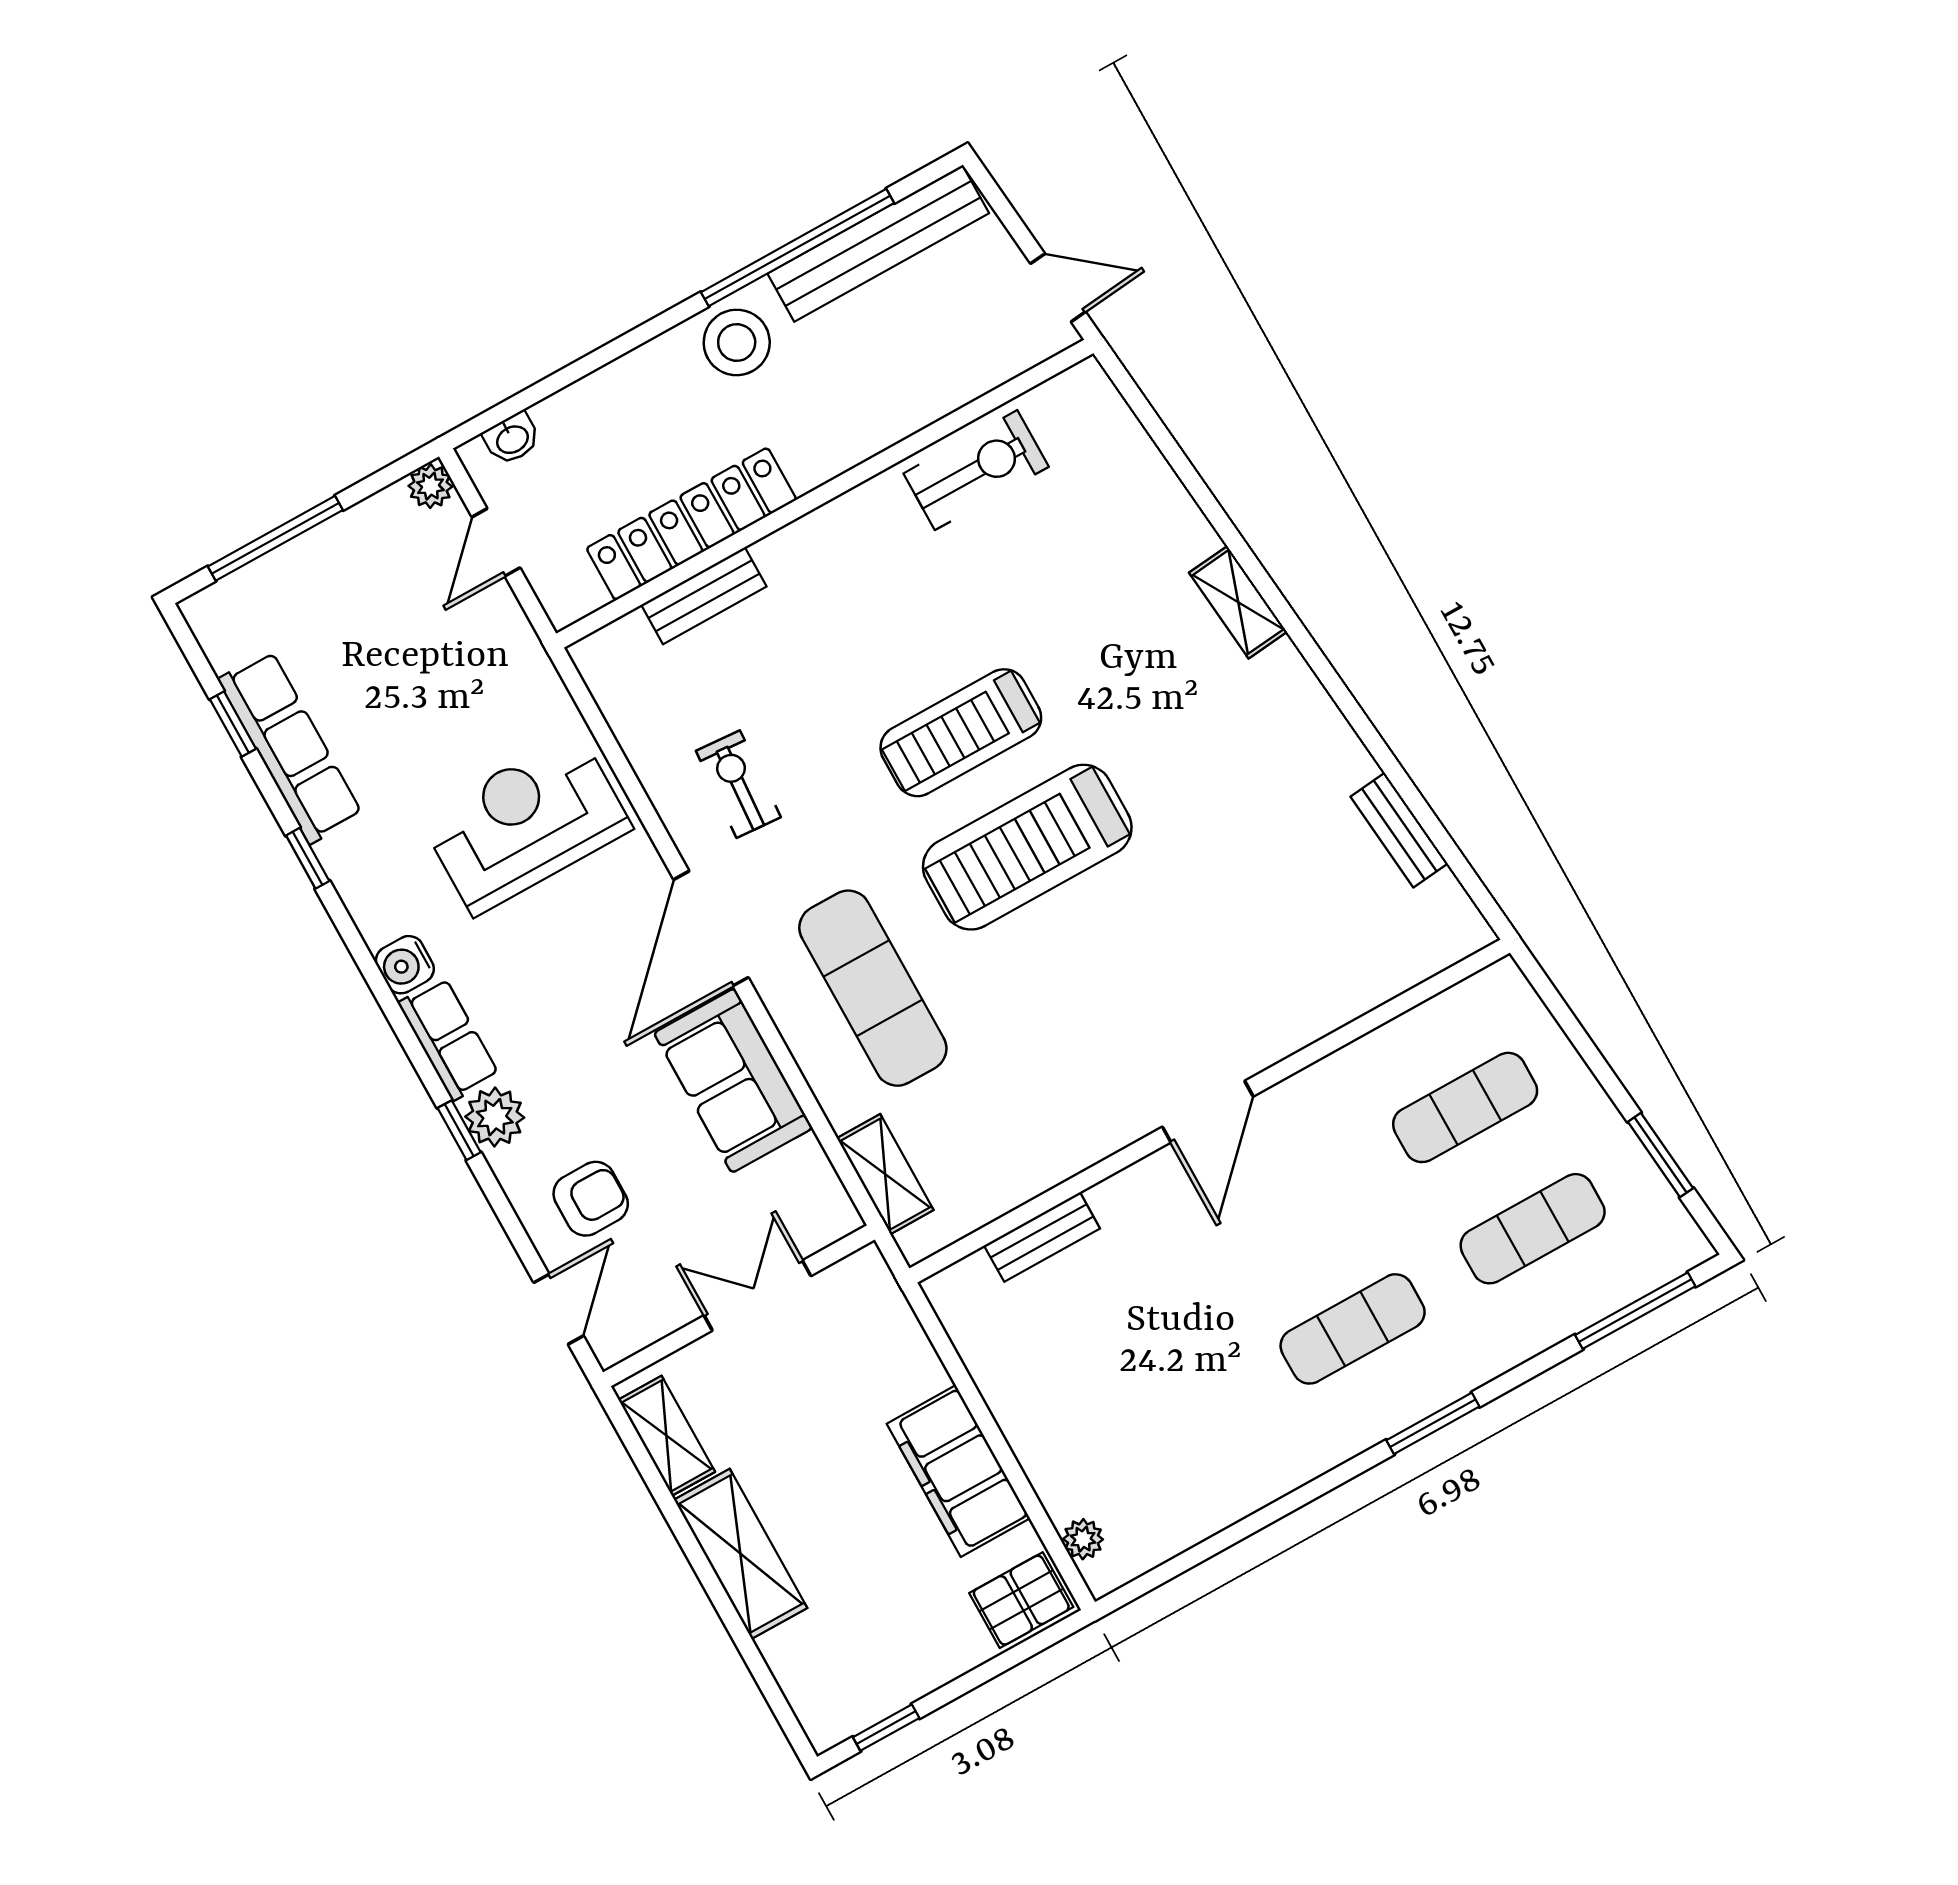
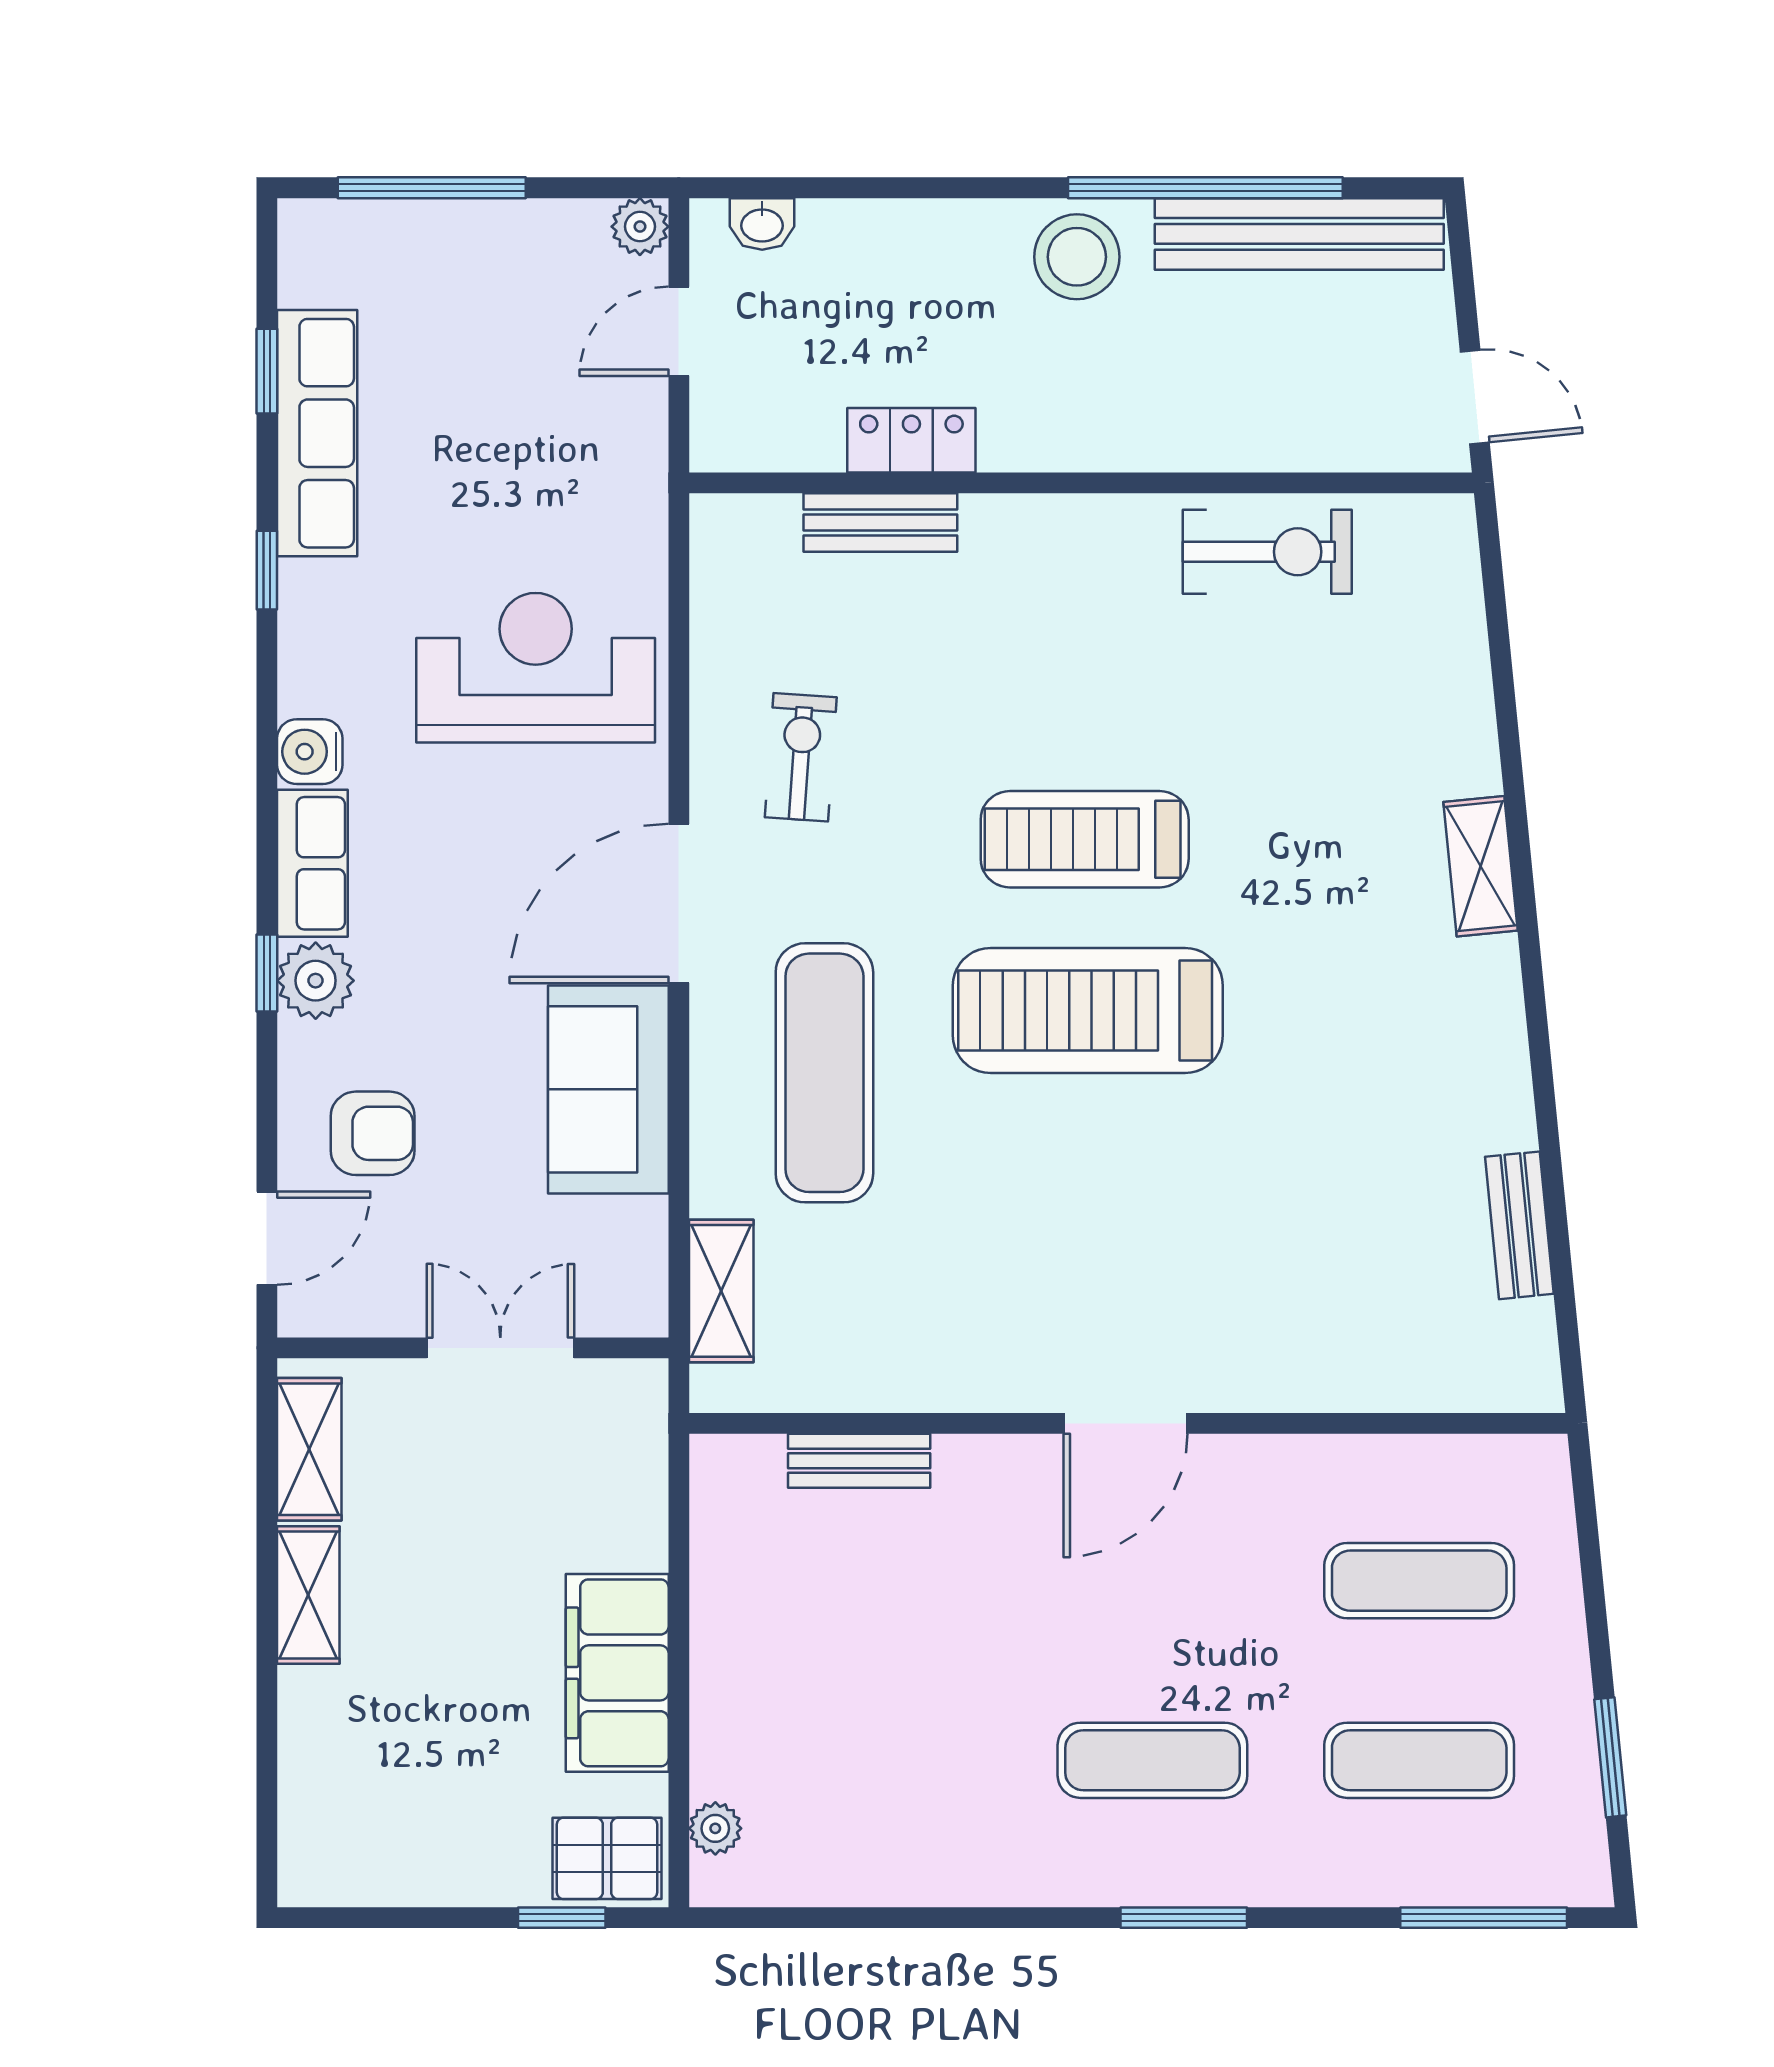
locker: (691, 524) -> (911, 440), width x0.46, depth x0.83
shelving: (741, 1554) -> (308, 1595), width x0.67, depth x0.75
window: (886, 1728) -> (562, 1918), moved

